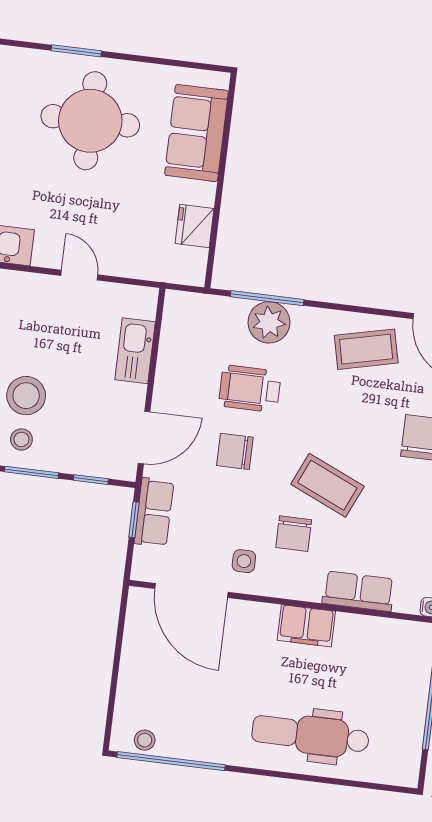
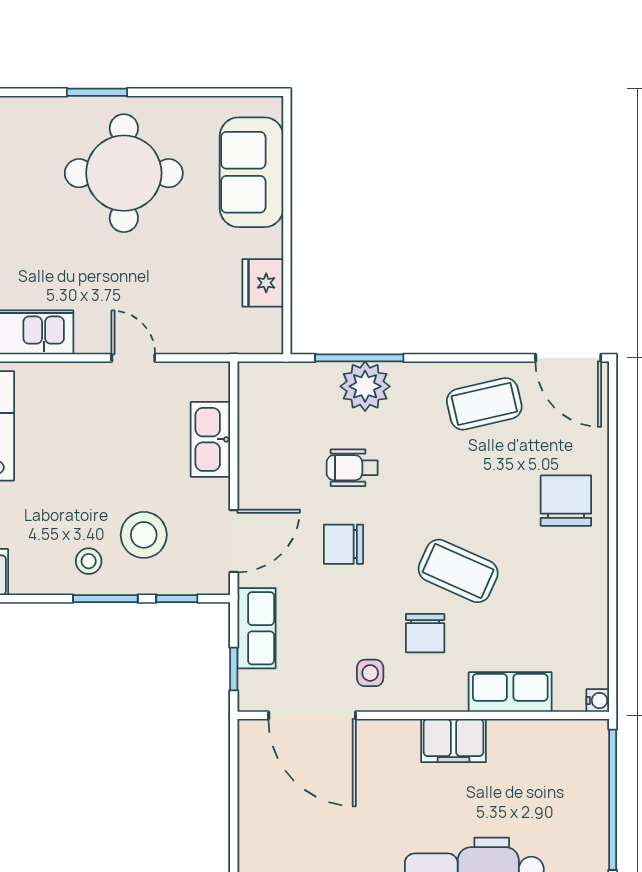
wheelchair: (250, 389) -> (352, 468), width x0.73, depth x0.73
stool: (26, 396) -> (144, 535), moved
window: (134, 520) -> (234, 669), moved

